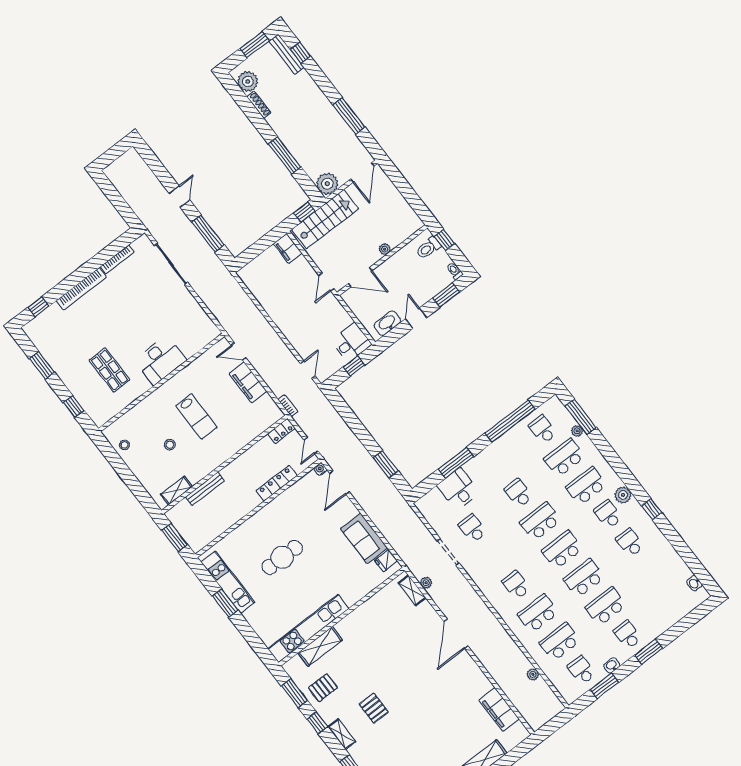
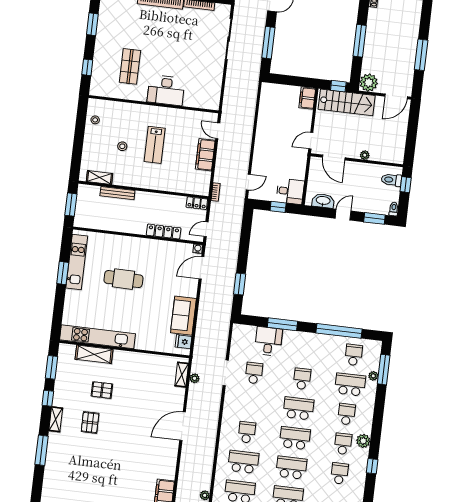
school desk: (586, 486) -> (347, 414), width x0.54
pallet: (323, 688) -> (102, 390), moved

